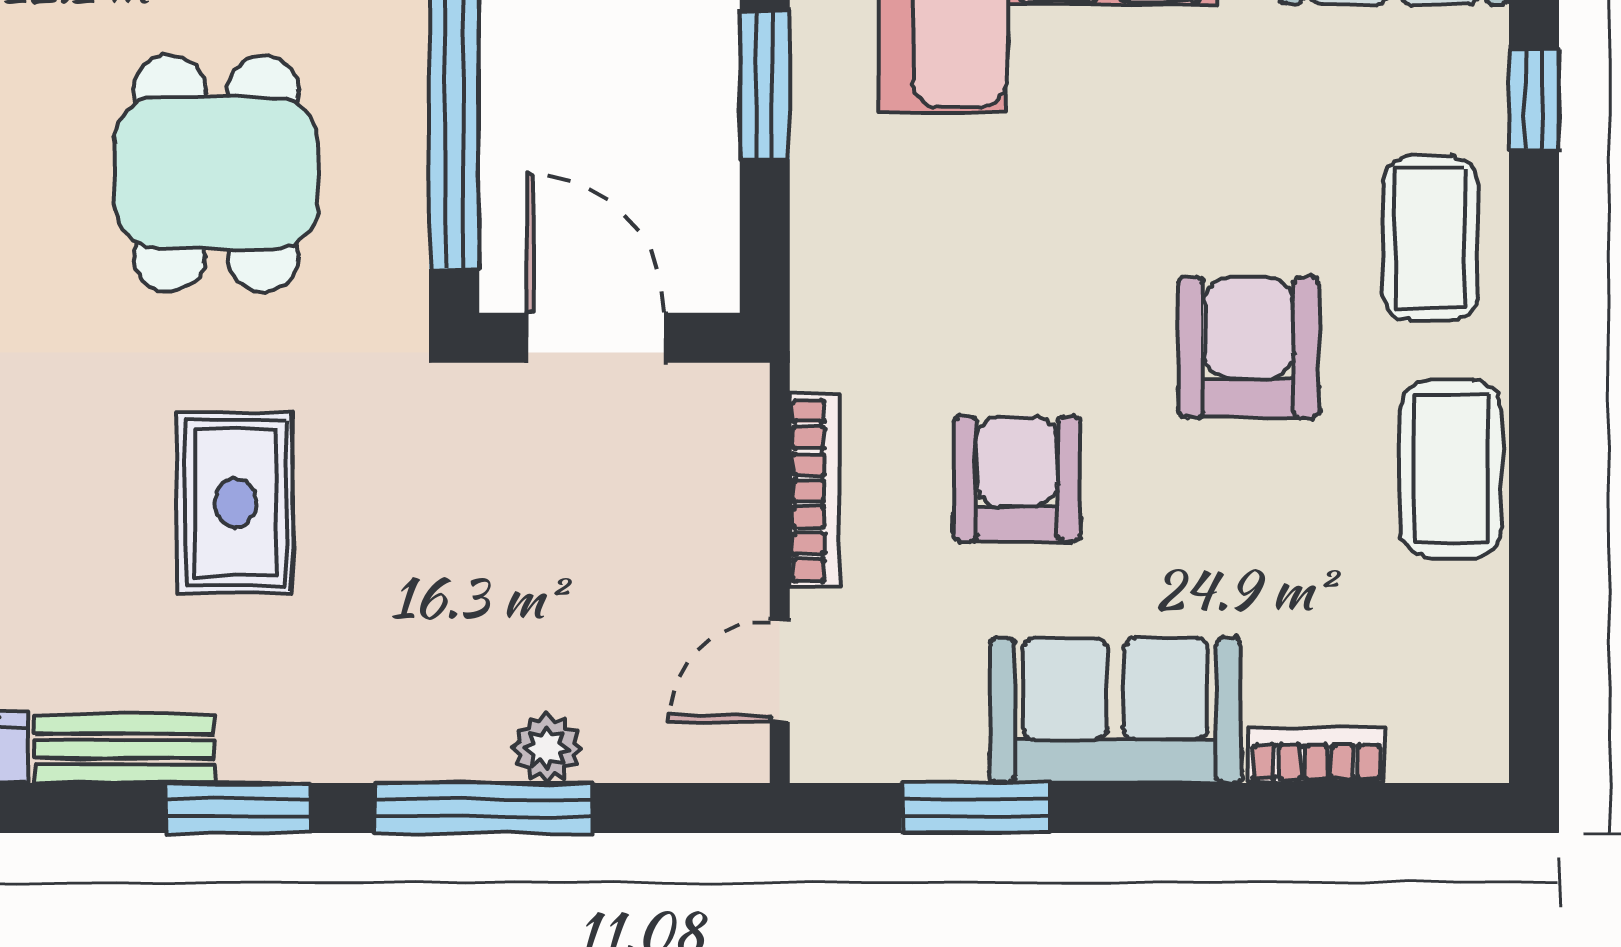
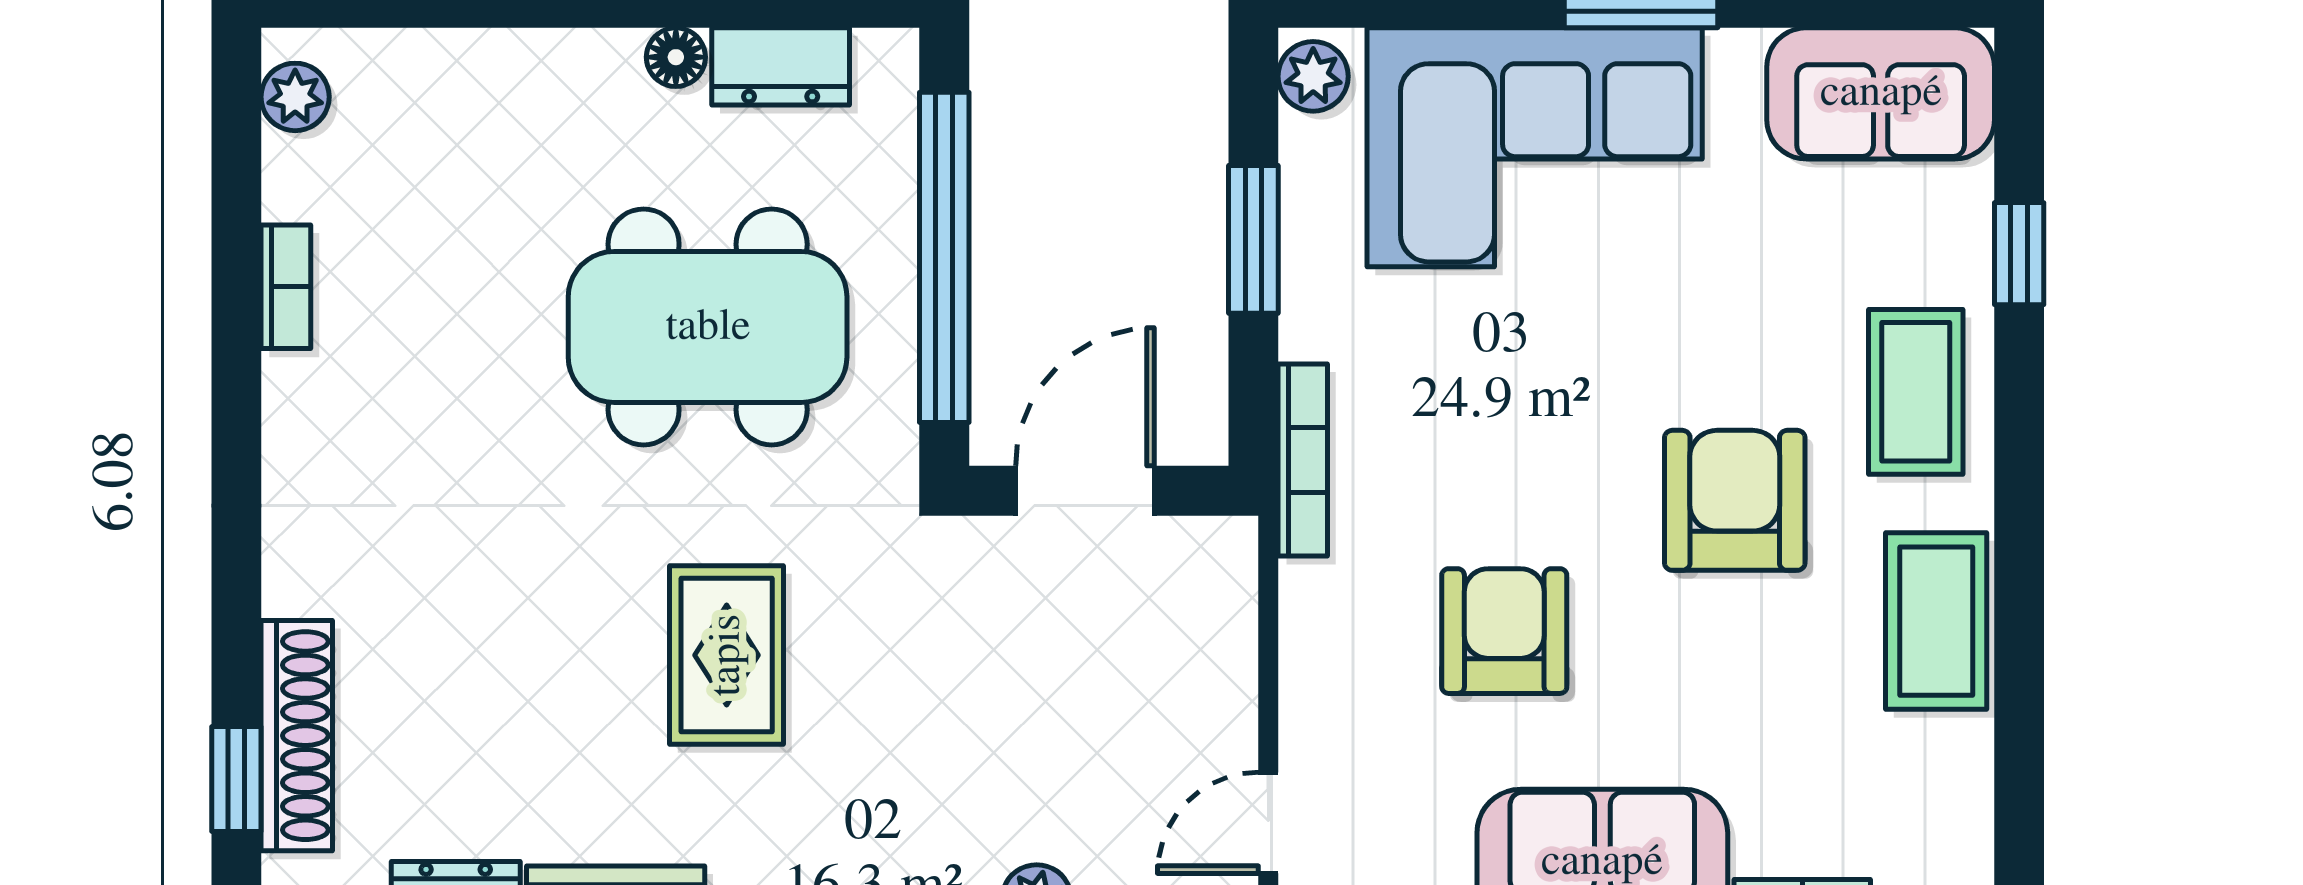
dining table: (216, 173) -> (708, 327), width x1.37
door: (596, 338) -> (1085, 491), hinge flipped
bookcase: (814, 491) -> (1303, 460), moved

